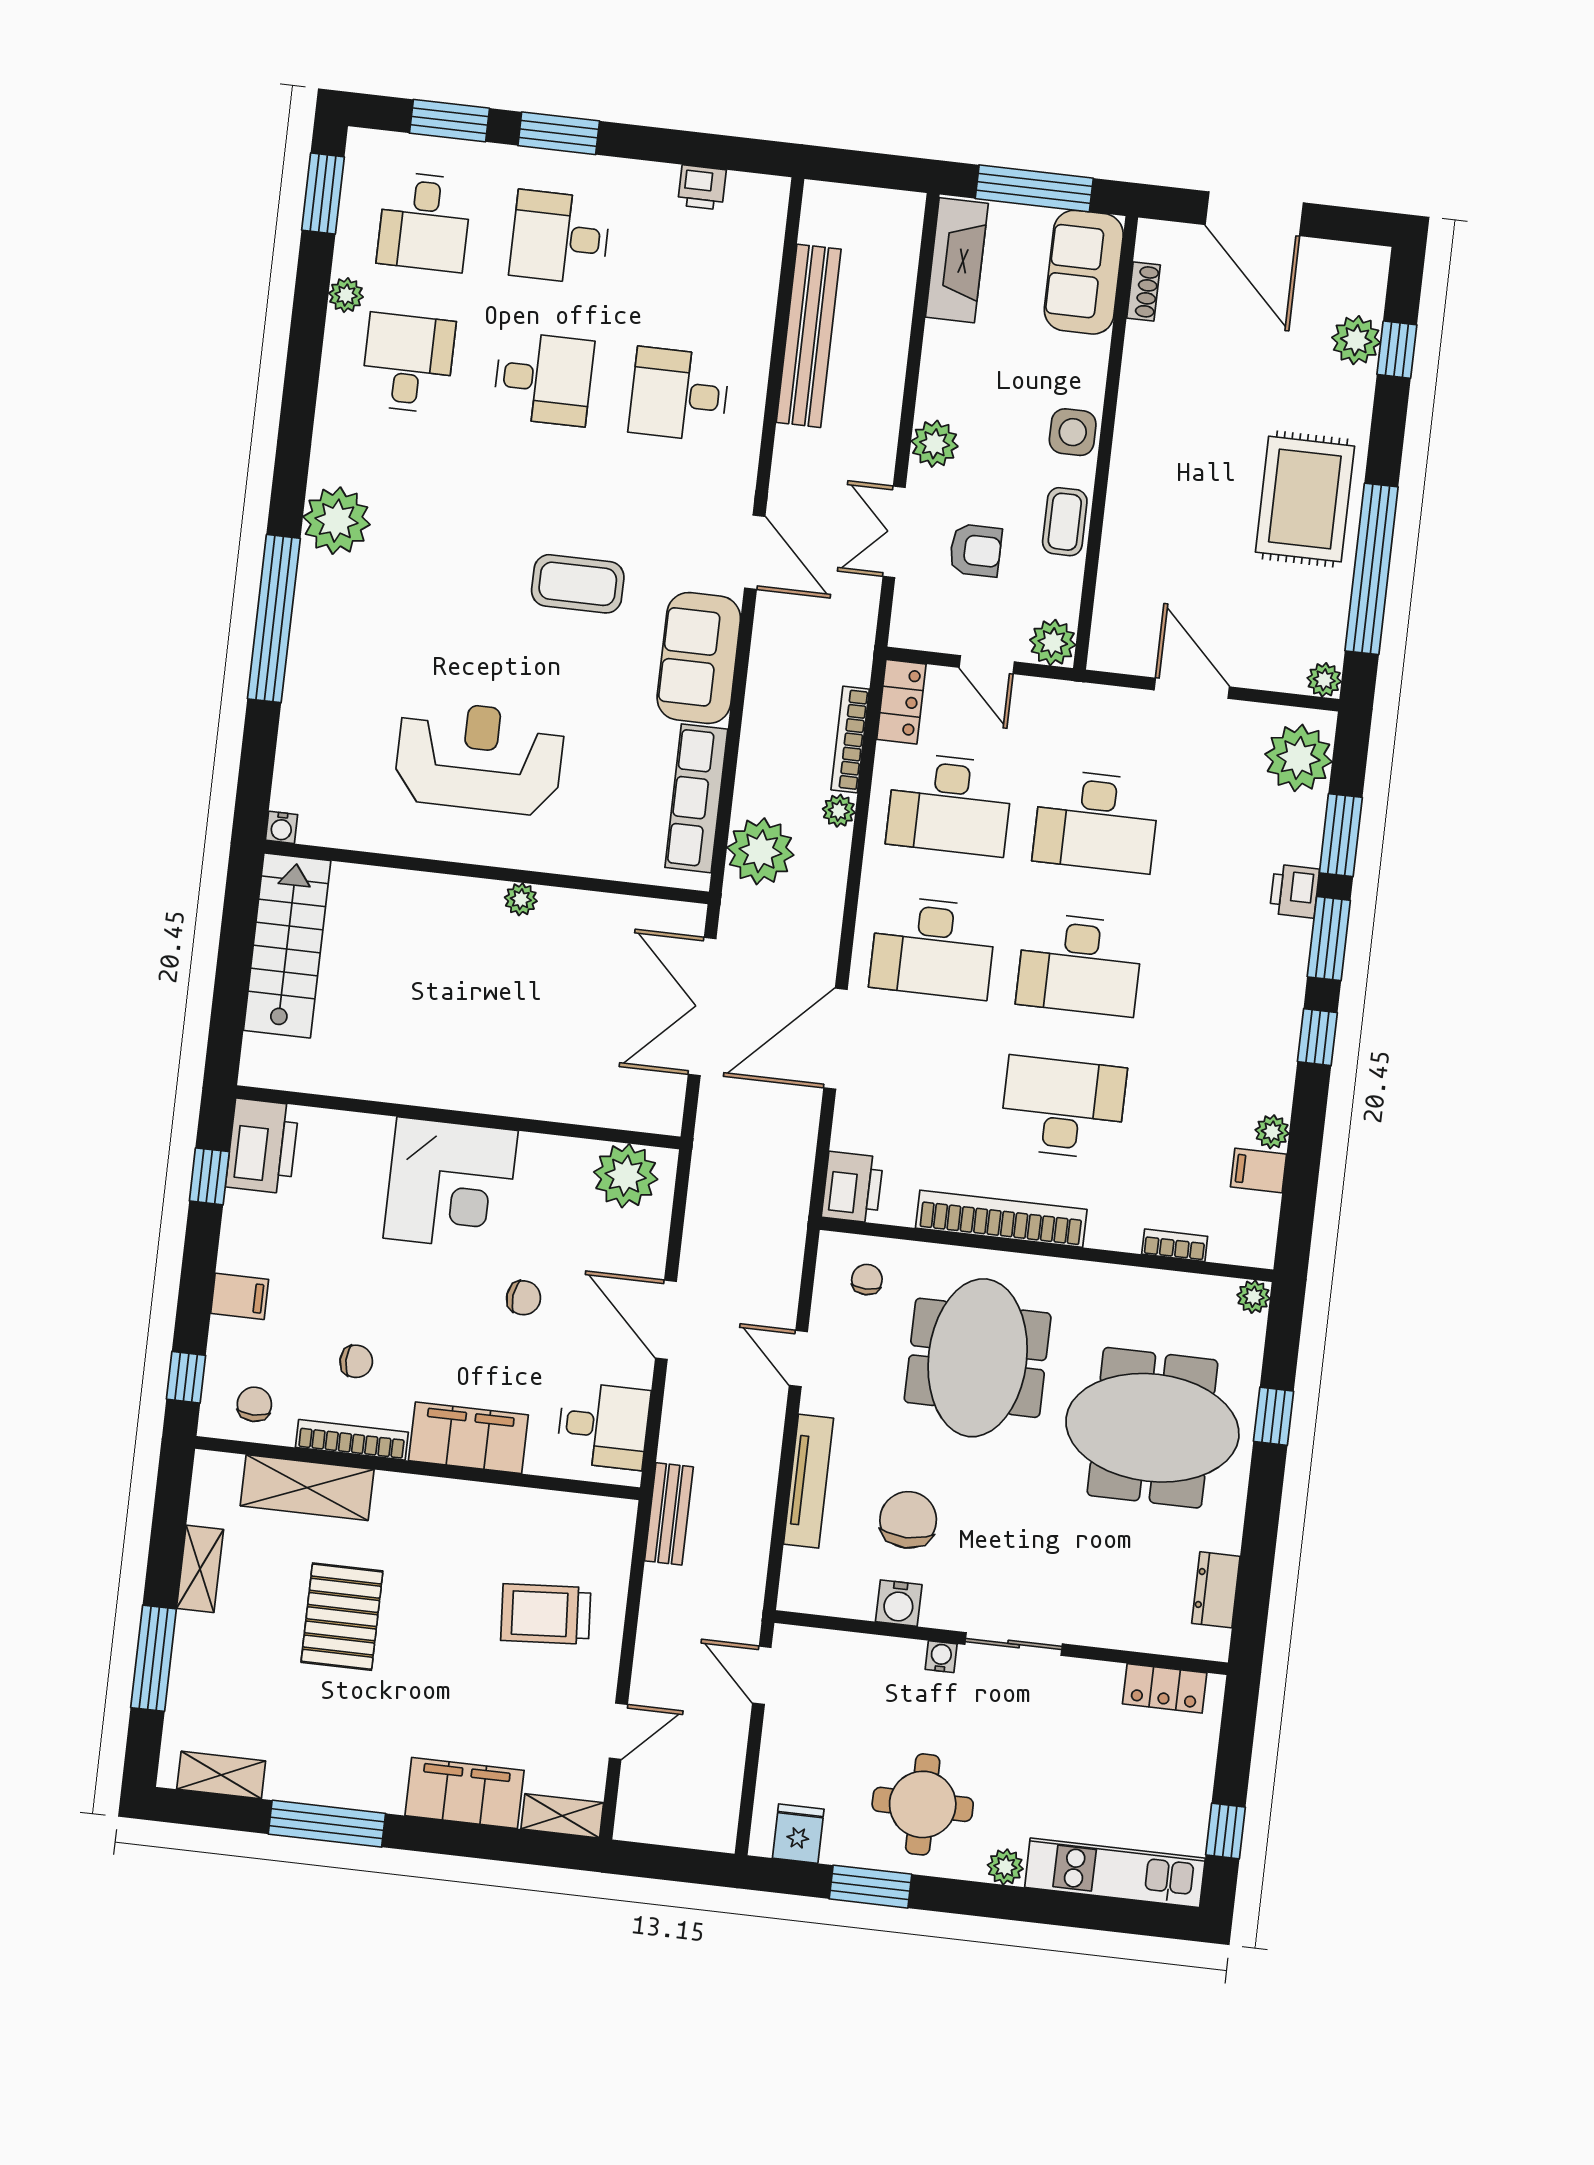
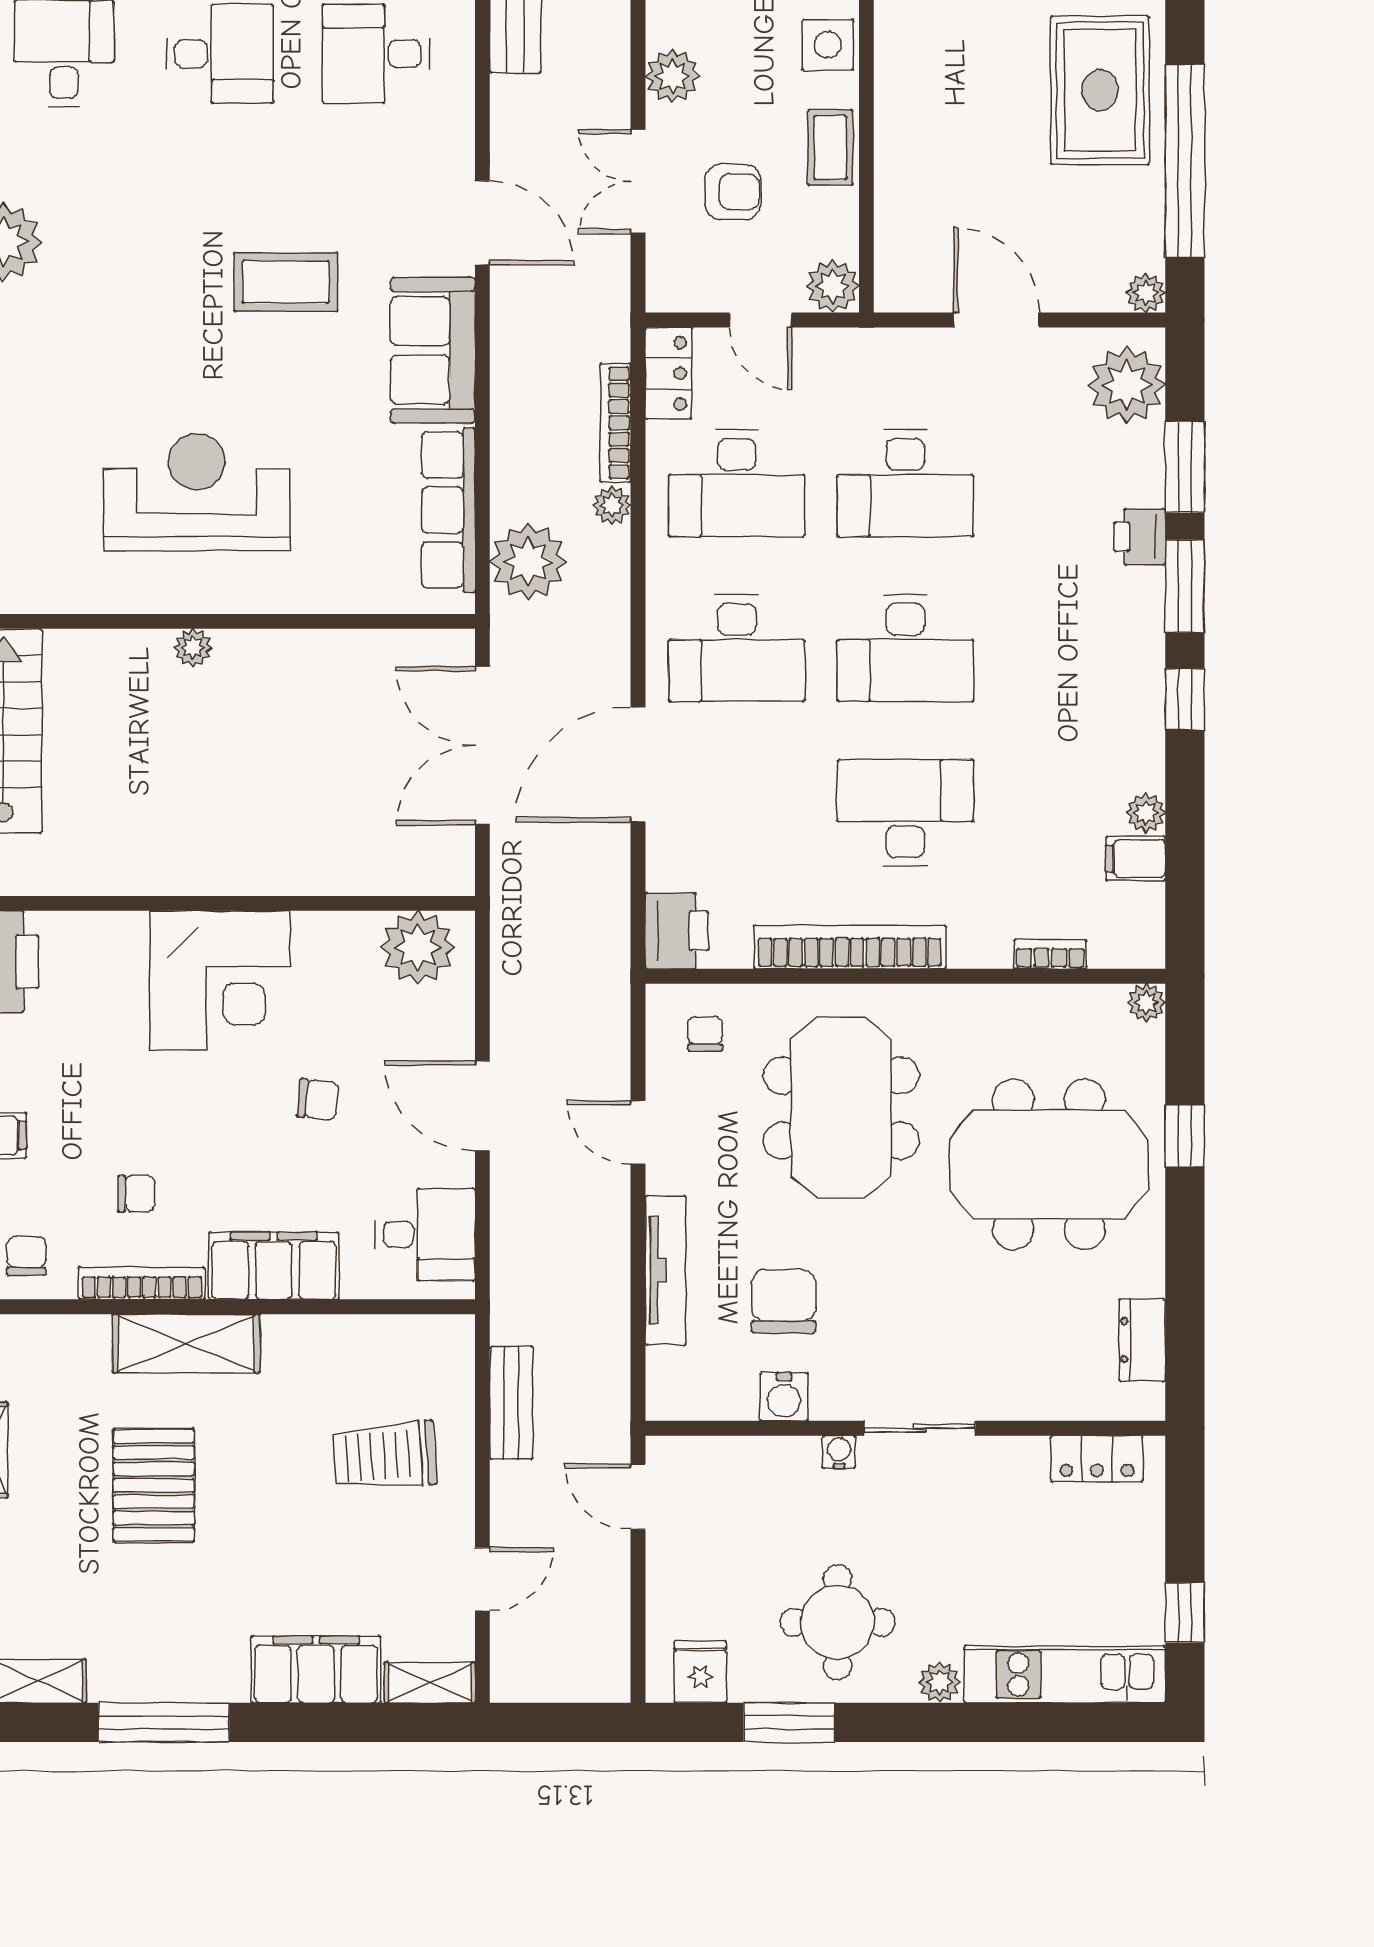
plant: (521, 899) -> (193, 648), moved
shelving: (307, 1488) -> (186, 1343), moved
bench: (669, 1514) -> (511, 1403), moved

